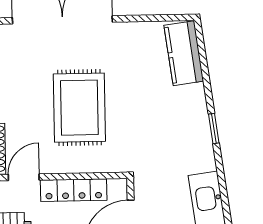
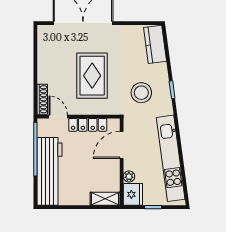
stool: (162, 135) -> (141, 93), added
door: (24, 177) -> (58, 117), hinge flipped

